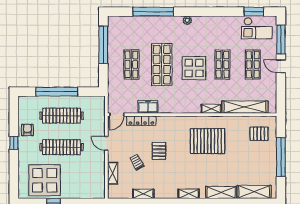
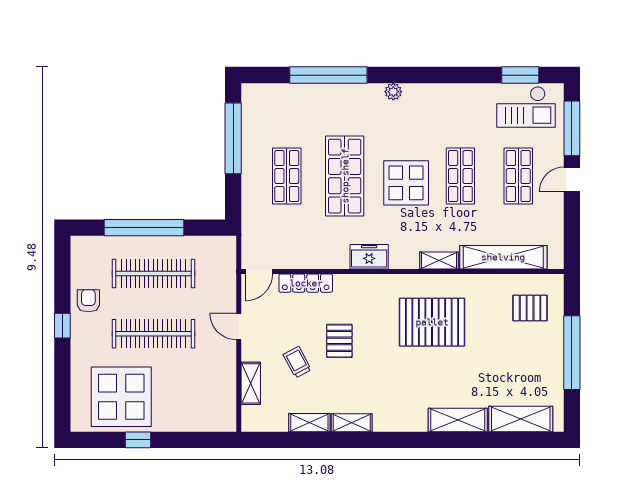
door: (281, 66) -> (572, 179), hinge flipped
freezer: (148, 107) -> (369, 257), moved
shelving: (189, 194) -> (352, 423), moved

